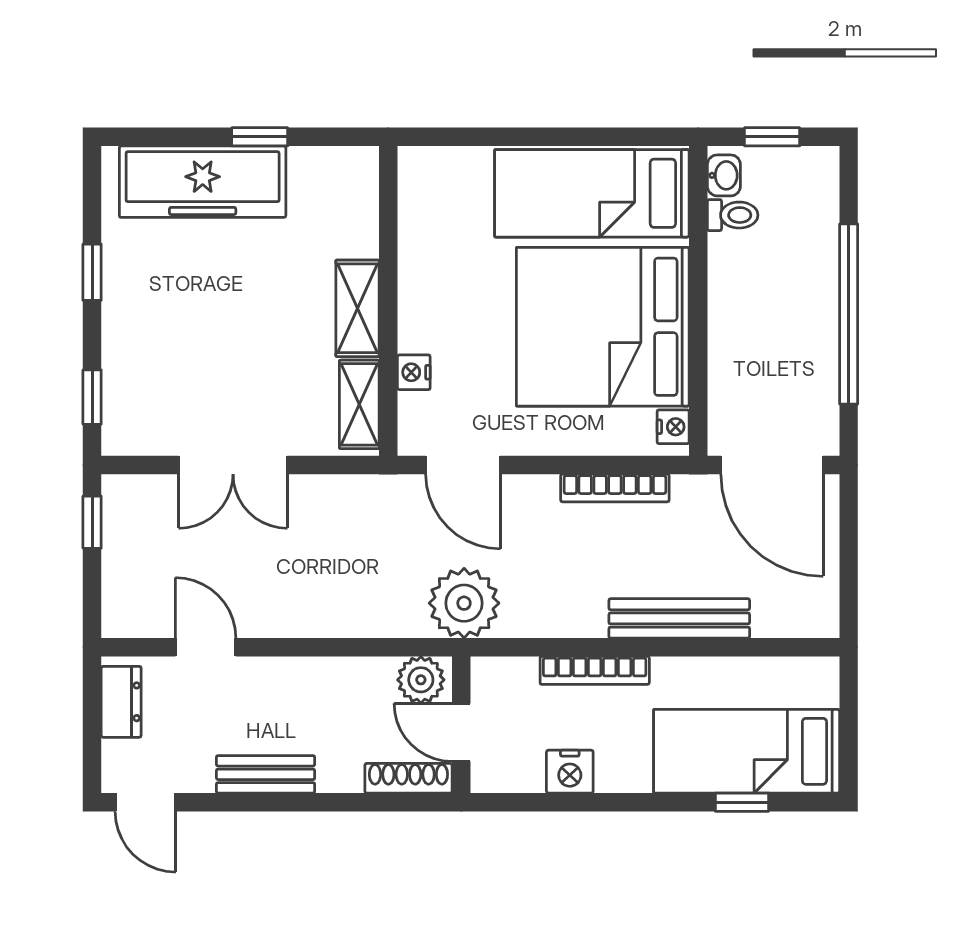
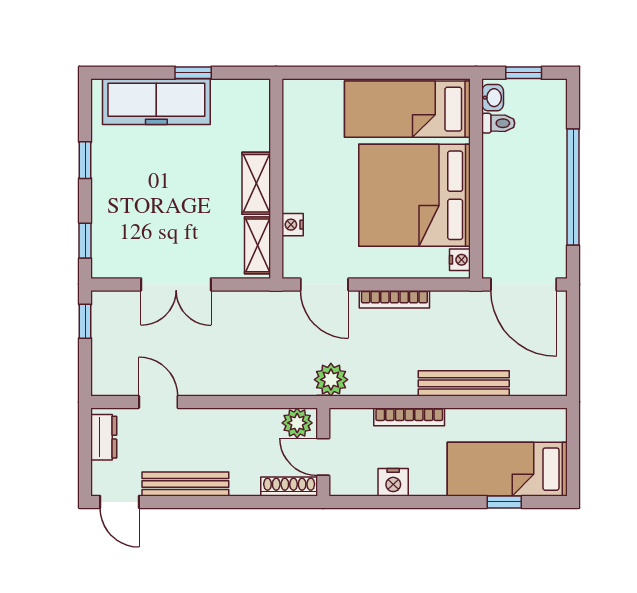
bookcase: (615, 488) -> (394, 299), moved
plant: (464, 603) -> (331, 380), width x0.73, depth x0.73
bench: (266, 774) -> (185, 484), width x1.36

